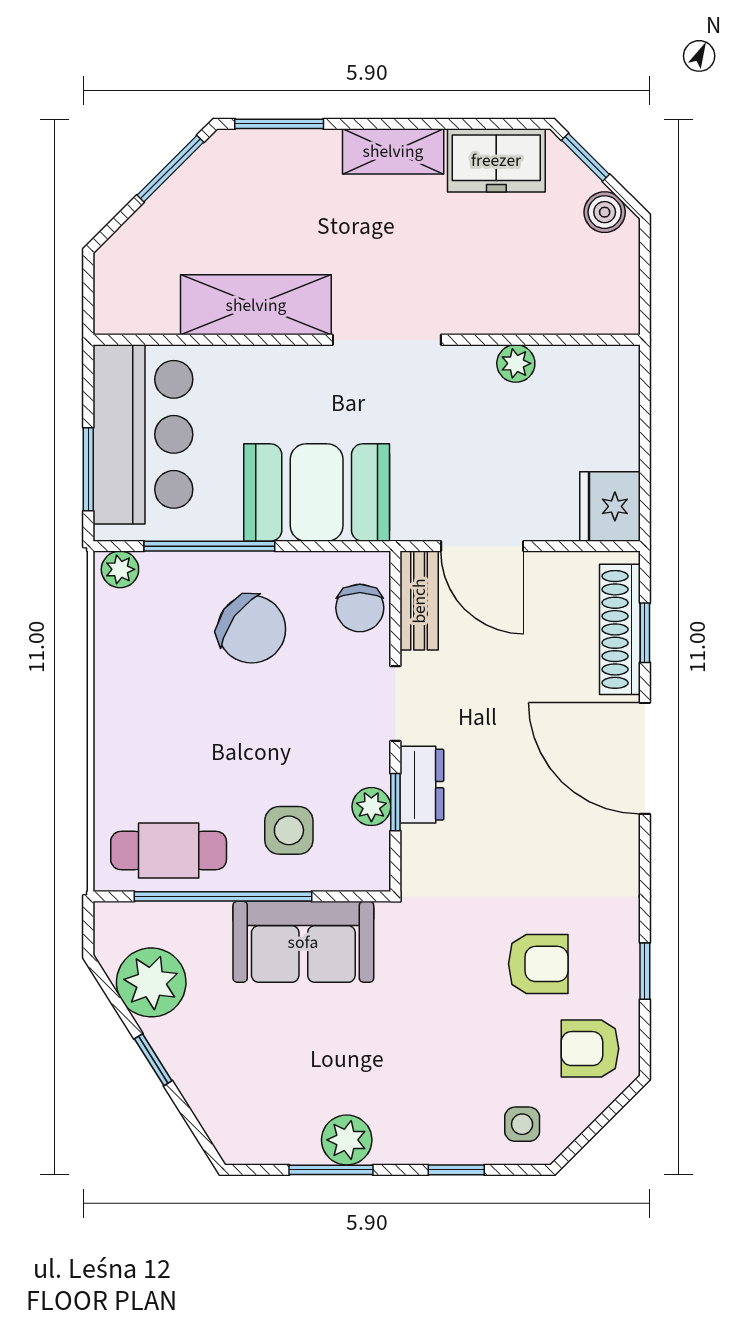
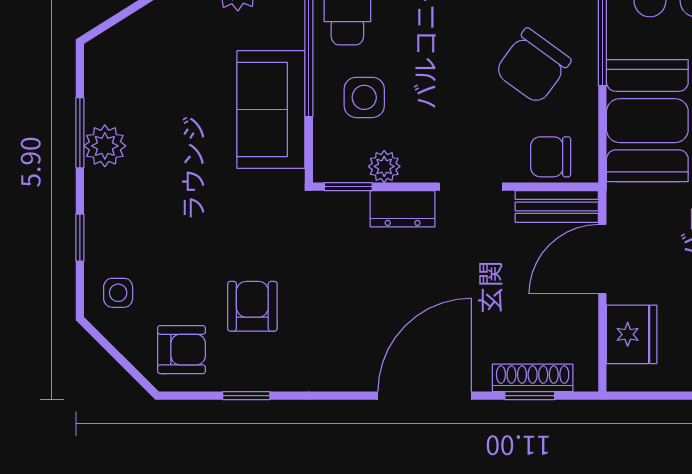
fridge: (610, 506) -> (632, 334), moved, turned 90
shoe rack: (620, 629) -> (533, 378), width x0.74, depth x0.81
window: (395, 802) -> (348, 187), moved
armchair: (538, 964) -> (252, 306), turned 180
armchair: (590, 1049) -> (181, 350), turned 90

